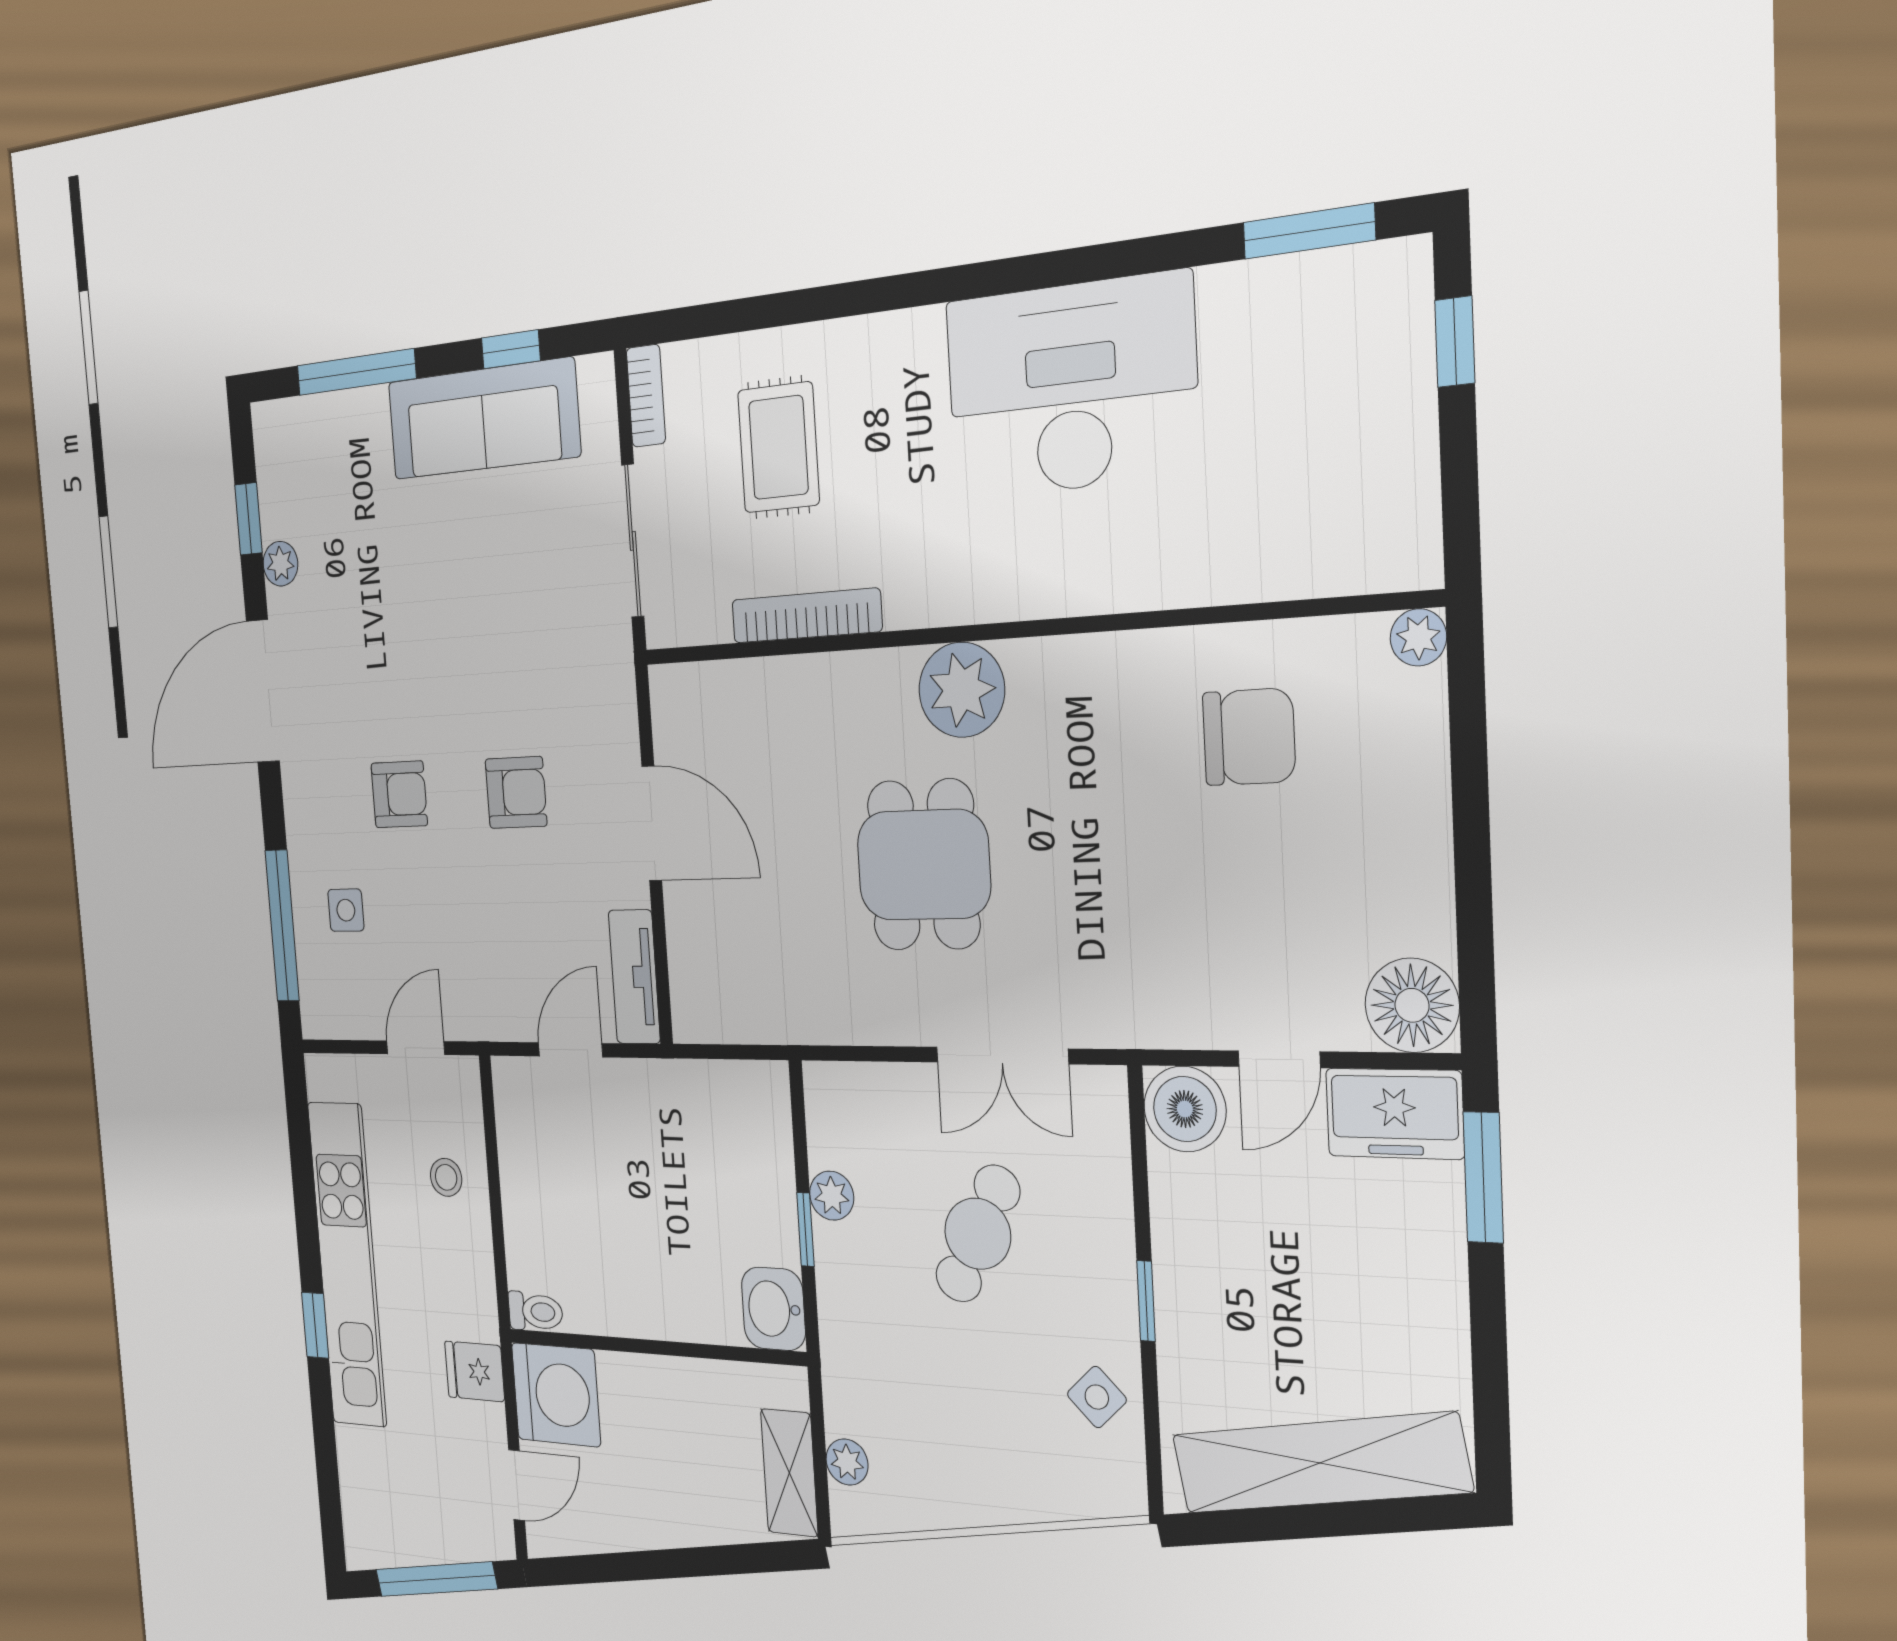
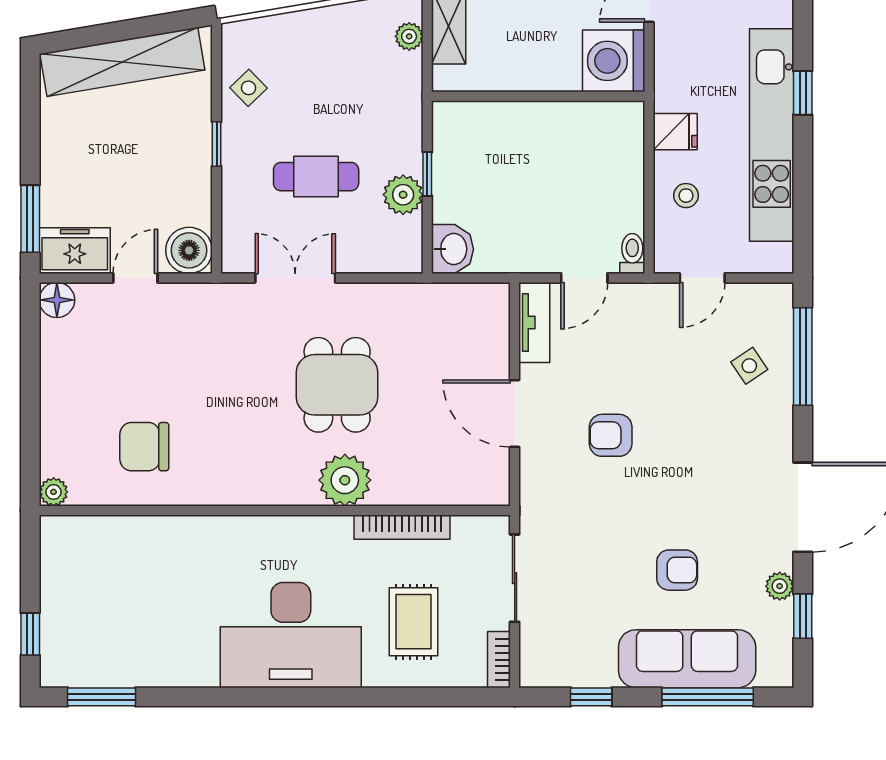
desk: (1071, 387) -> (291, 635), moved
sofa: (483, 419) -> (687, 659), moved
plant: (962, 690) -> (345, 480), moved
armchair: (399, 794) -> (677, 570), moved, turned 180
side table: (346, 910) -> (749, 366), turned -34
floor lamp: (1412, 1005) -> (57, 300), width x0.73, depth x0.73
plant: (832, 1196) -> (403, 195), width x1.38, depth x1.38
cafe table: (978, 1234) -> (316, 177), turned 63
washbasin: (773, 1309) -> (452, 249), moved
toilet: (535, 1312) -> (632, 254), moved, turned 90
fridge: (475, 1371) -> (675, 132), moved

